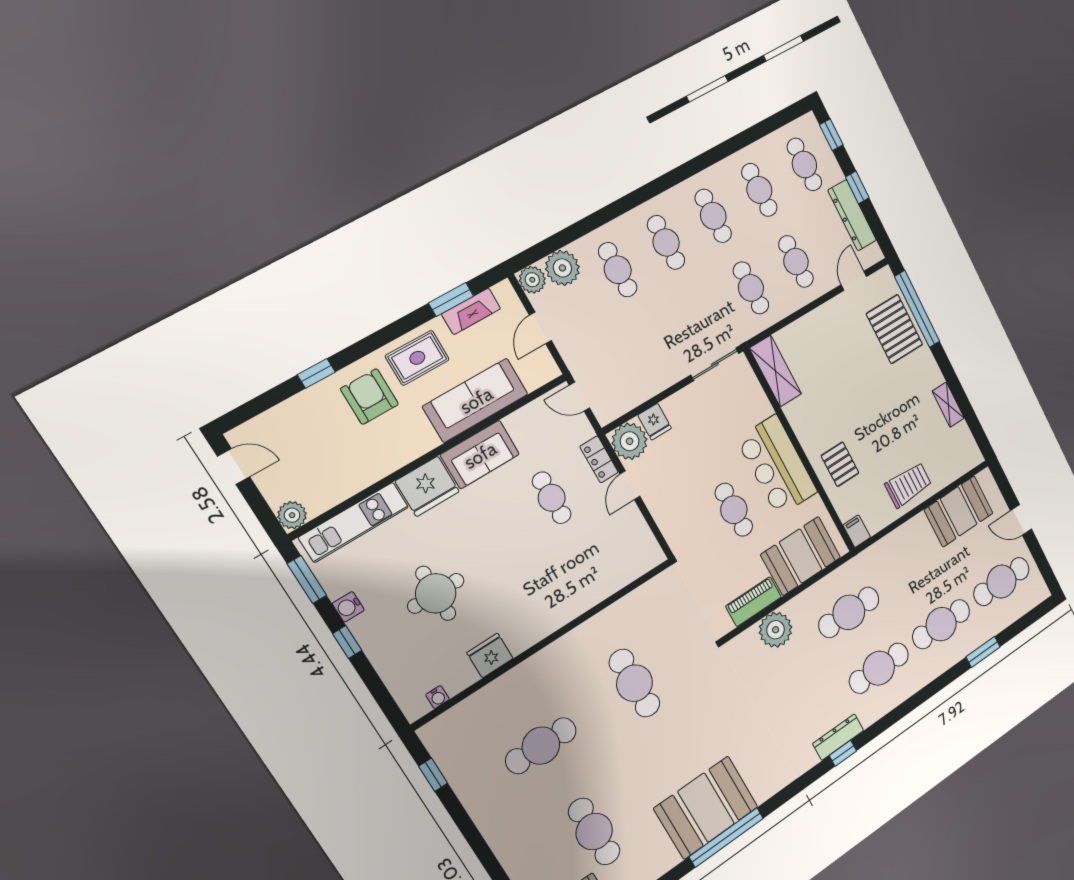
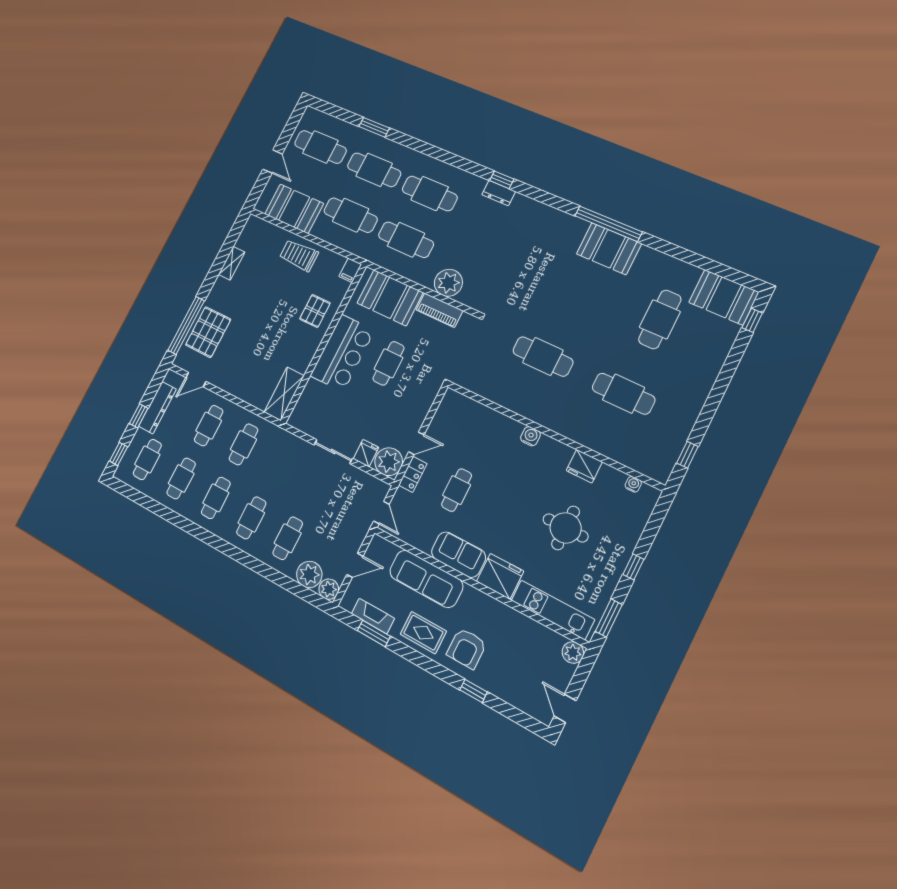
sliding door: (715, 364) -> (333, 452), moved
cafe table: (912, 569) -> (351, 215), added
water cooler: (348, 607) -> (530, 436), moved, turned -90
cafe table: (635, 683) -> (543, 356), turned 90
dresser: (838, 737) -> (499, 193), width x0.70
booth: (706, 808) -> (609, 249), width x0.73, depth x0.70

